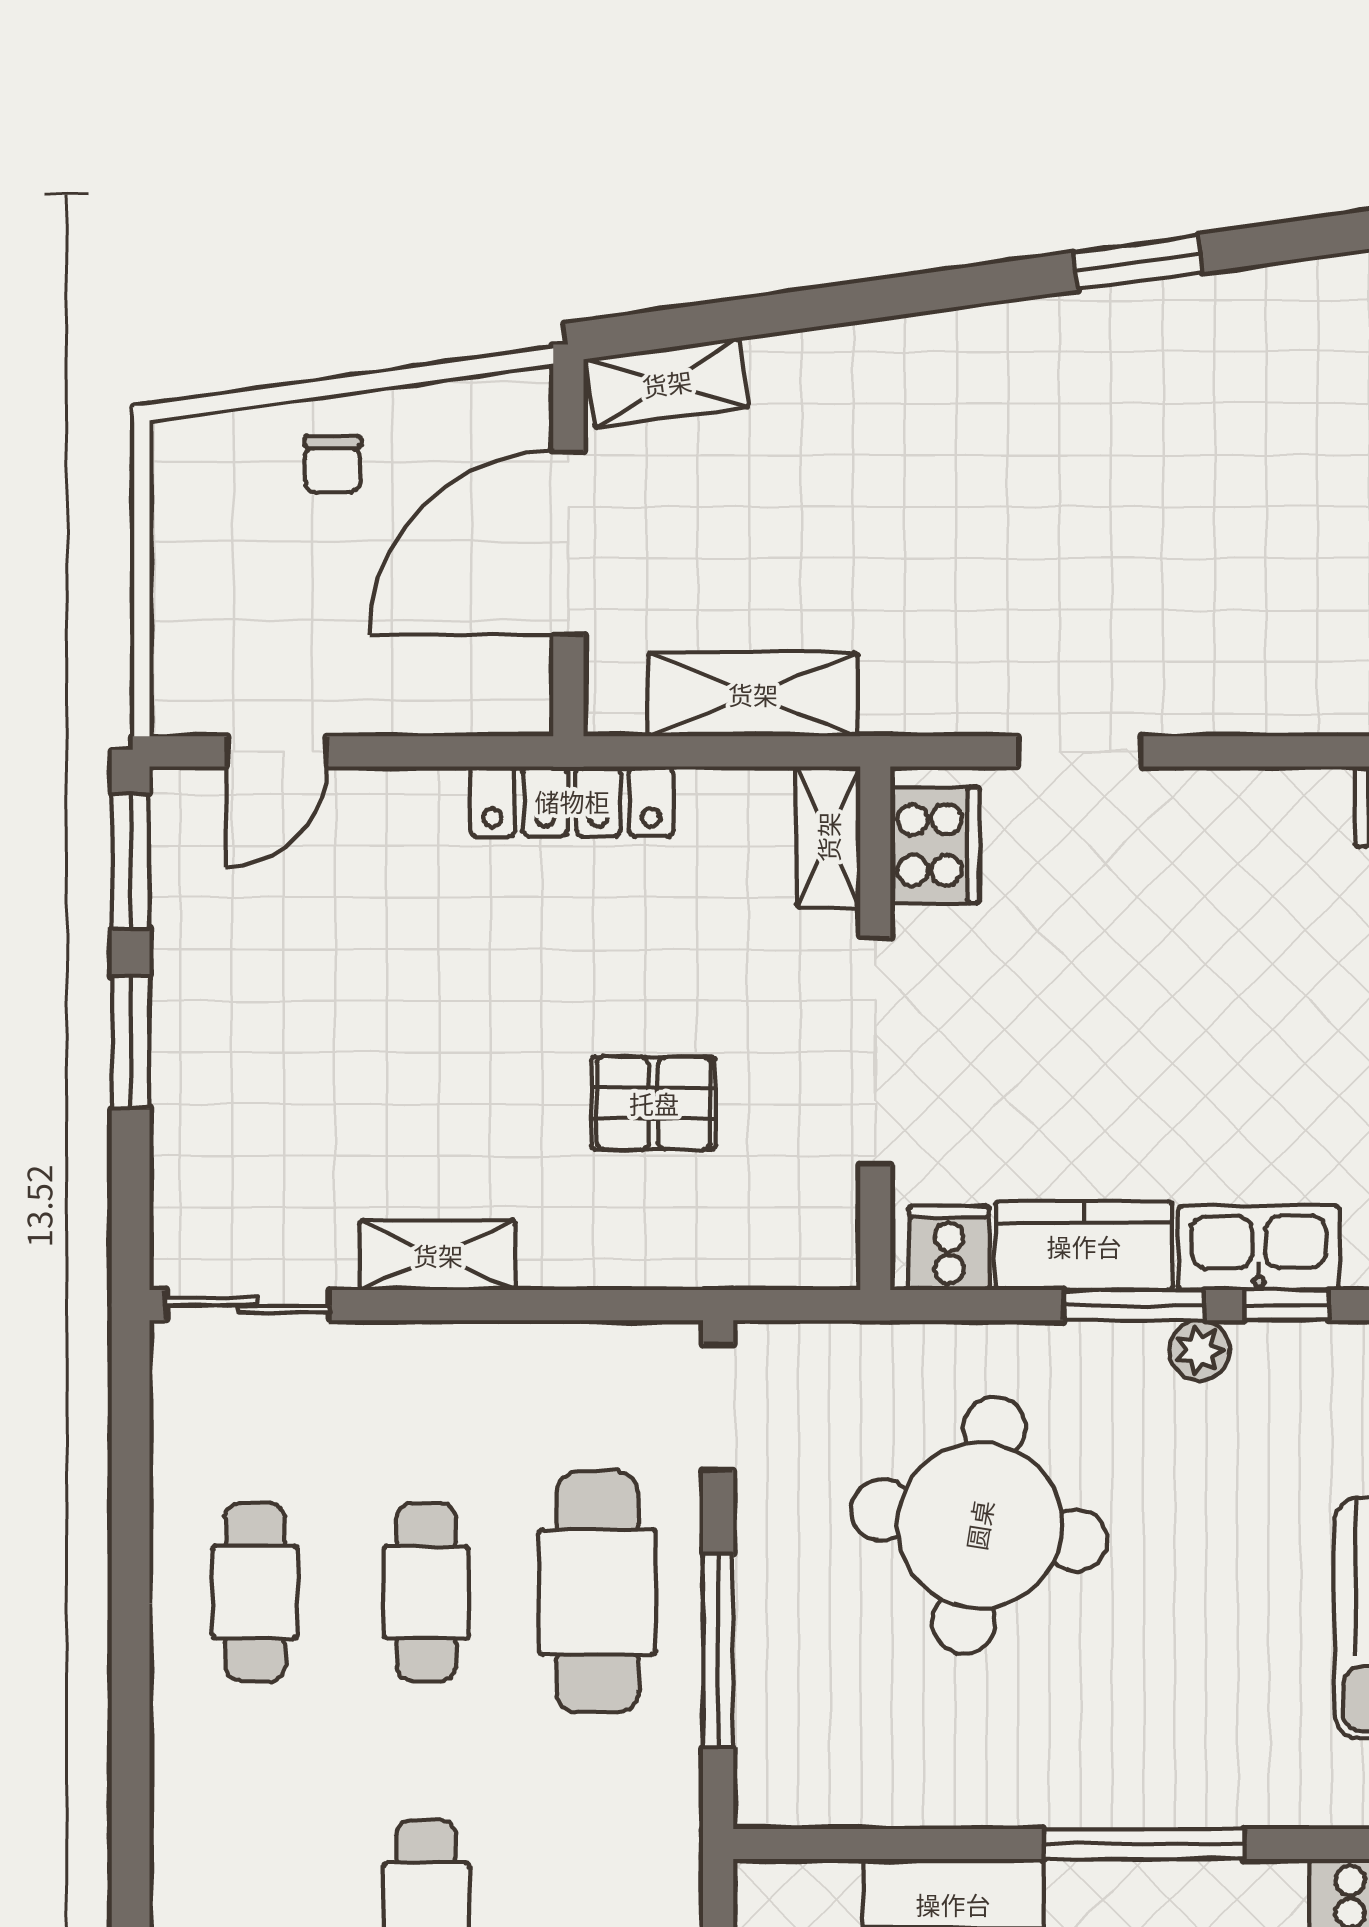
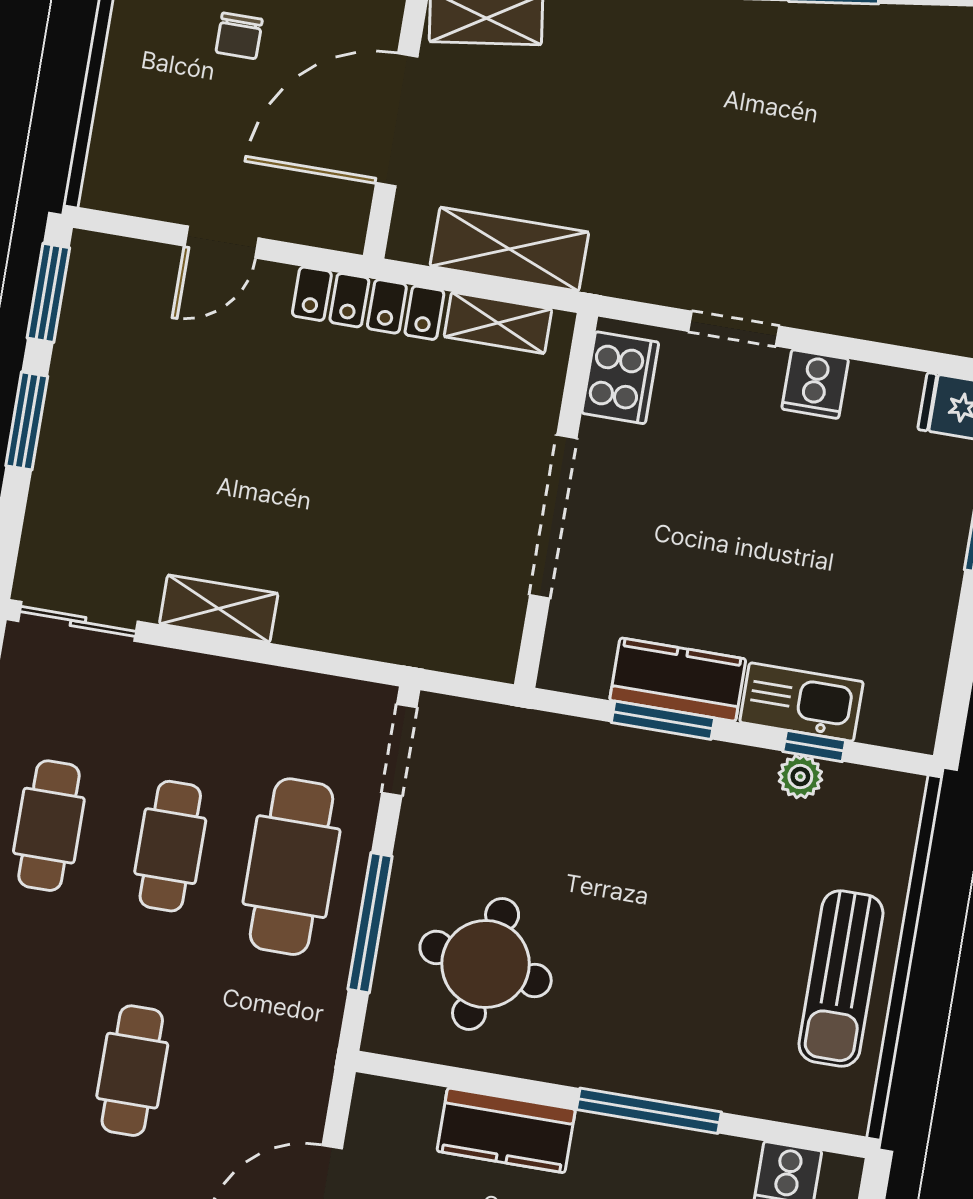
door: (277, 751) -> (222, 242), moved
shelving: (828, 837) -> (498, 323), moved, turned 90
pallet: (654, 1103) -> (390, 527), removed
cooker: (949, 1248) -> (815, 384), moved, turned 180
window: (1134, 1305) -> (663, 720), moved
plant: (1199, 1350) -> (800, 777), moved
round table: (979, 1525) -> (486, 964), moved, width x0.73, depth x0.73

